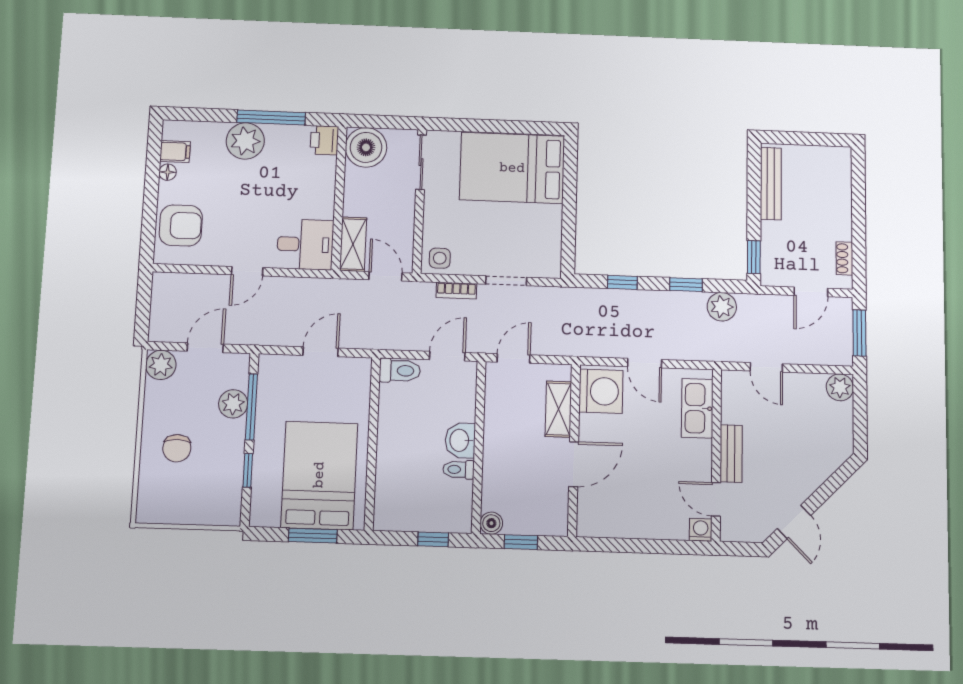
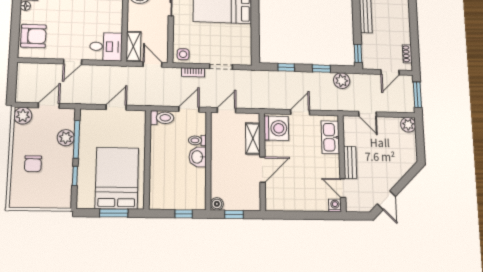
door: (645, 363) -> (300, 112), swing flipped
toilet: (459, 470) -> (197, 140), moved

